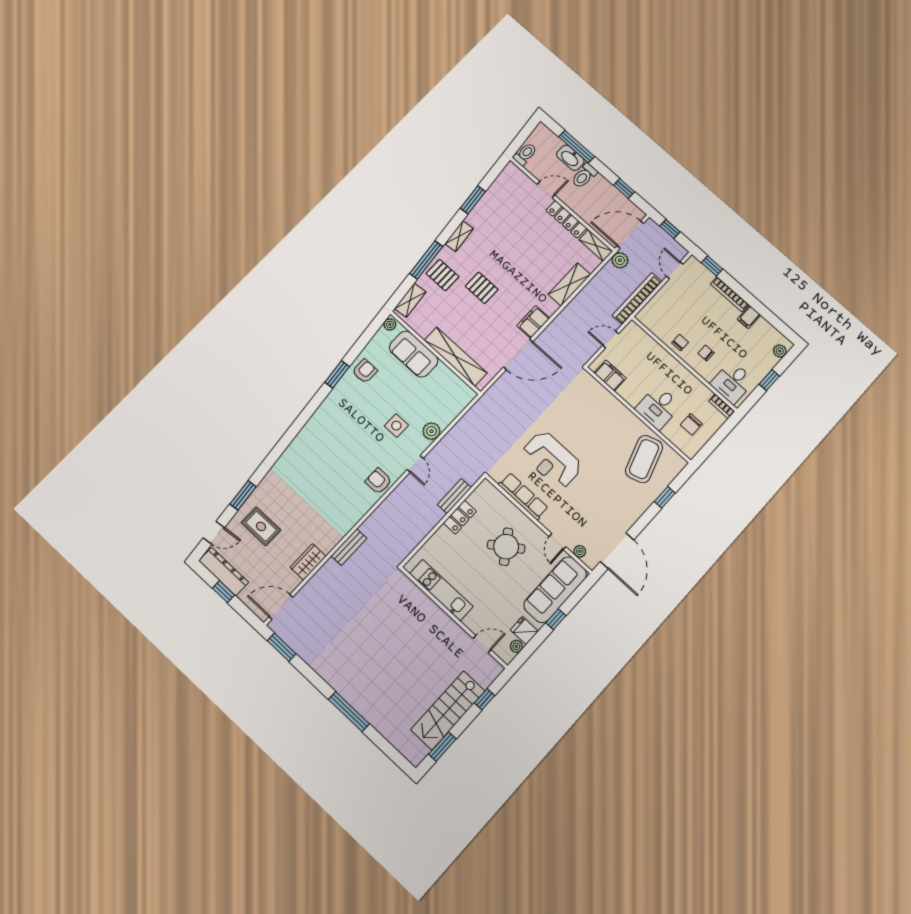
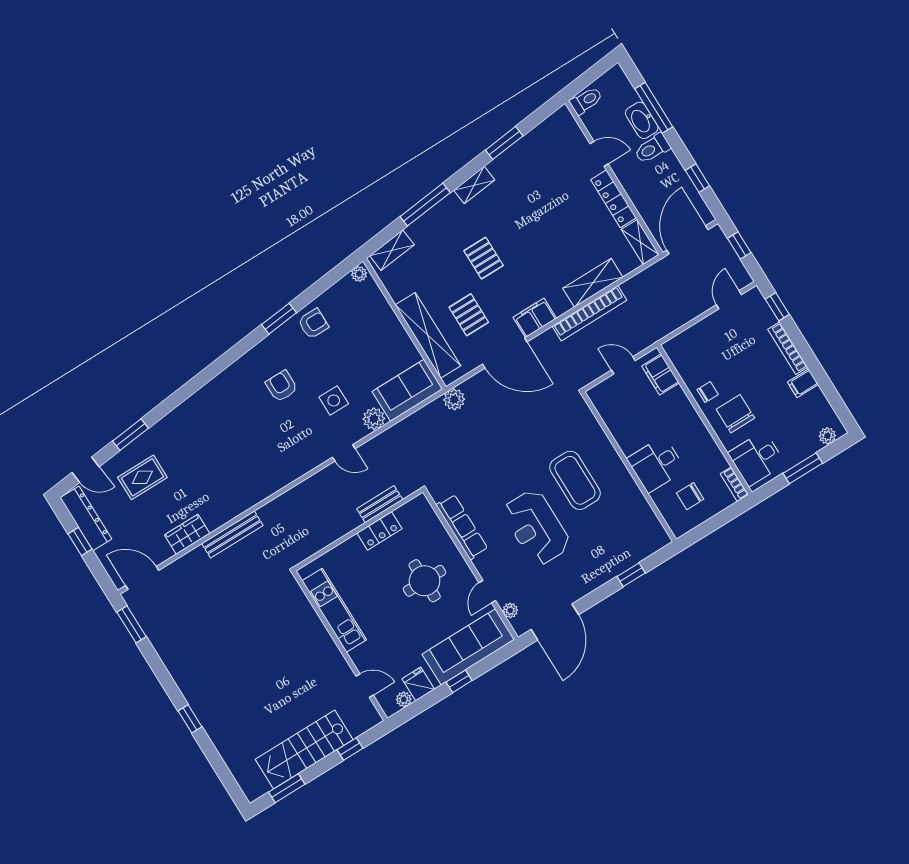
door: (630, 235) -> (687, 240), hinge flipped
plant: (620, 260) -> (454, 399), moved
pallet: (442, 275) -> (469, 315), moved
bookcase: (637, 298) -> (589, 313), moved, turned 180
chair: (706, 353) -> (735, 414), width x1.87, depth x1.87
sofa: (414, 354) -> (407, 390), moved, turned 90
filing cabinet: (610, 376) -> (660, 374), moved, turned 180
window: (769, 380) -> (803, 468), width x1.50
coffee table: (644, 459) -> (575, 480), moved, turned -72
reception desk: (552, 460) -> (536, 527), moved
door: (415, 464) -> (344, 453), hinge flipped
armchair: (379, 481) -> (282, 386), moved
rug: (261, 526) -> (142, 477), turned 90
bench: (349, 547) -> (232, 534), width x1.36
round table: (506, 547) -> (425, 581), turned 35
window: (349, 712) -> (190, 719), width x0.46

